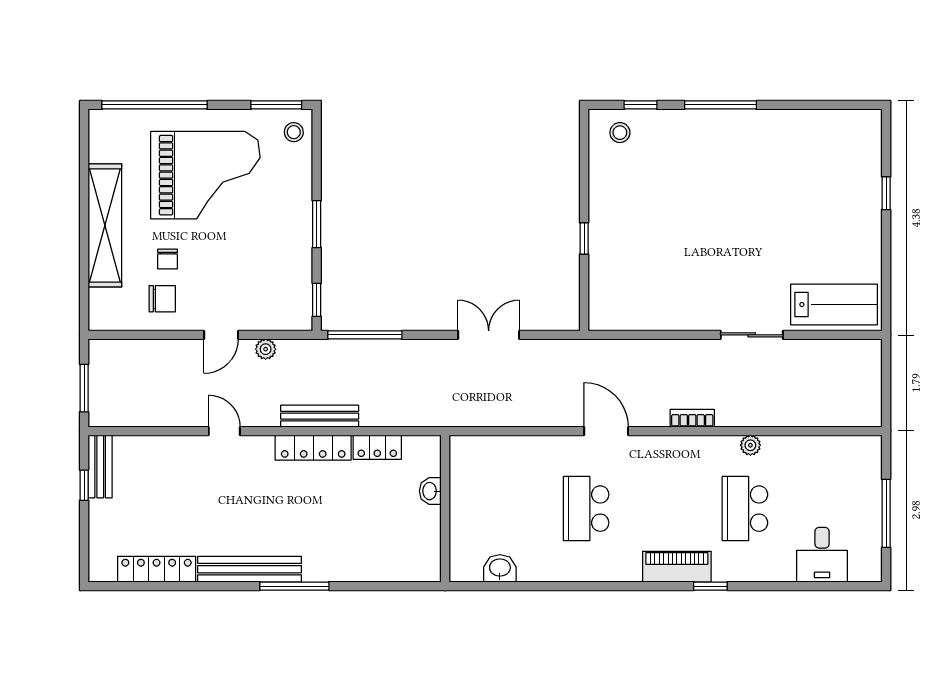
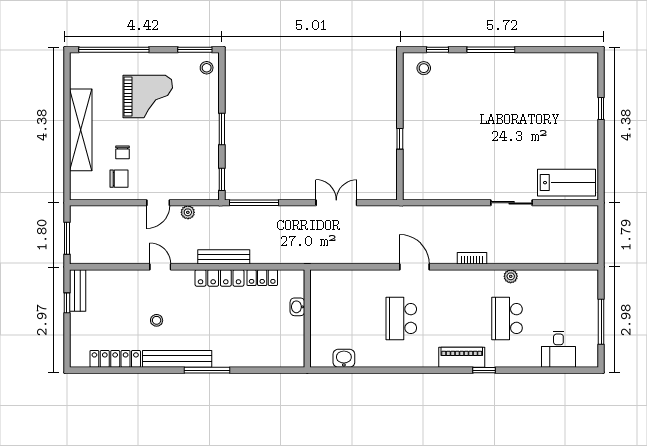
grand piano: (205, 175) -> (148, 96), width x0.73, depth x0.68
stool: (219, 511) -> (157, 320), added

